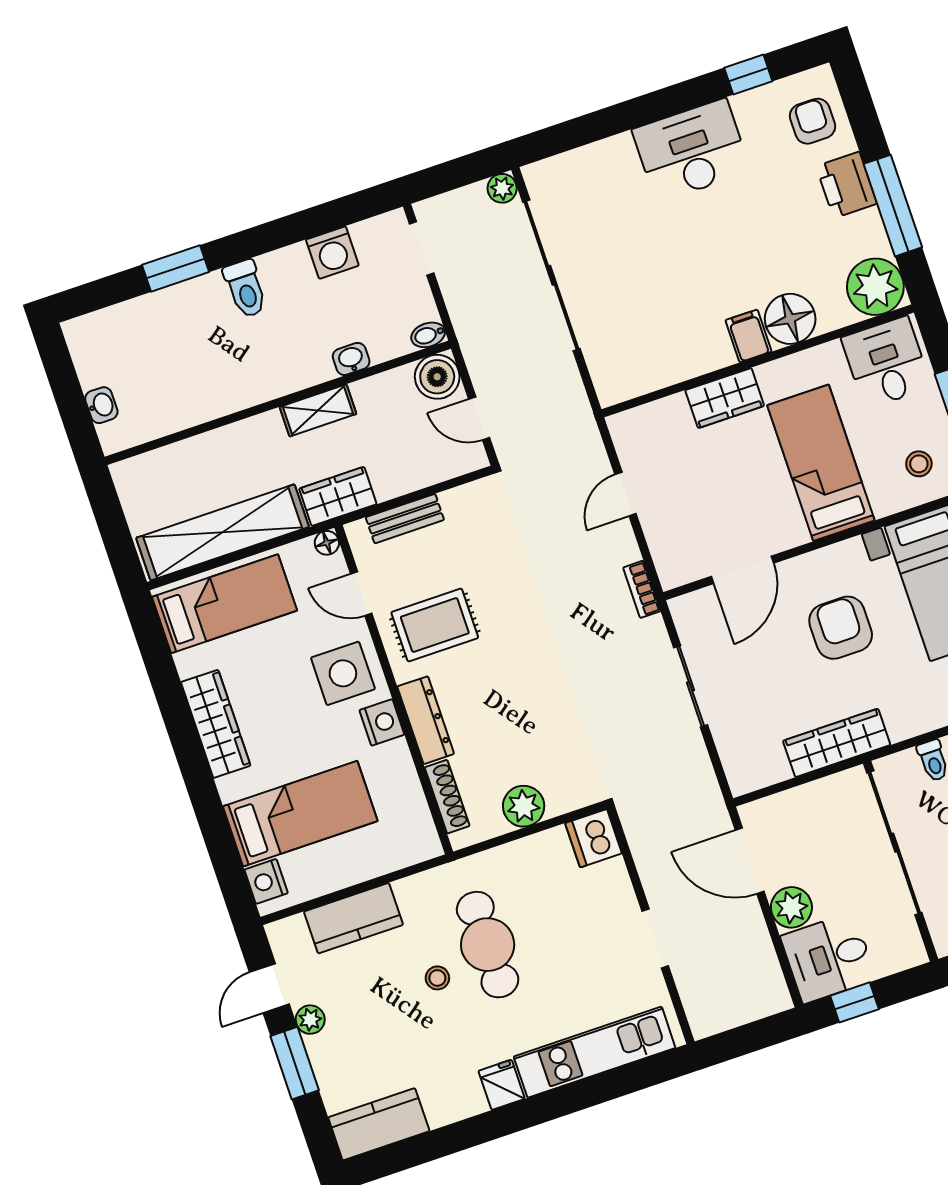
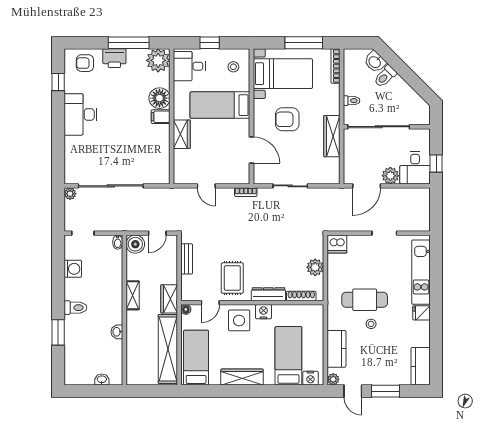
washbasin: (351, 359) -> (117, 332), moved
bench: (405, 519) -> (187, 259), moved
plant: (310, 1020) -> (333, 379), moved

